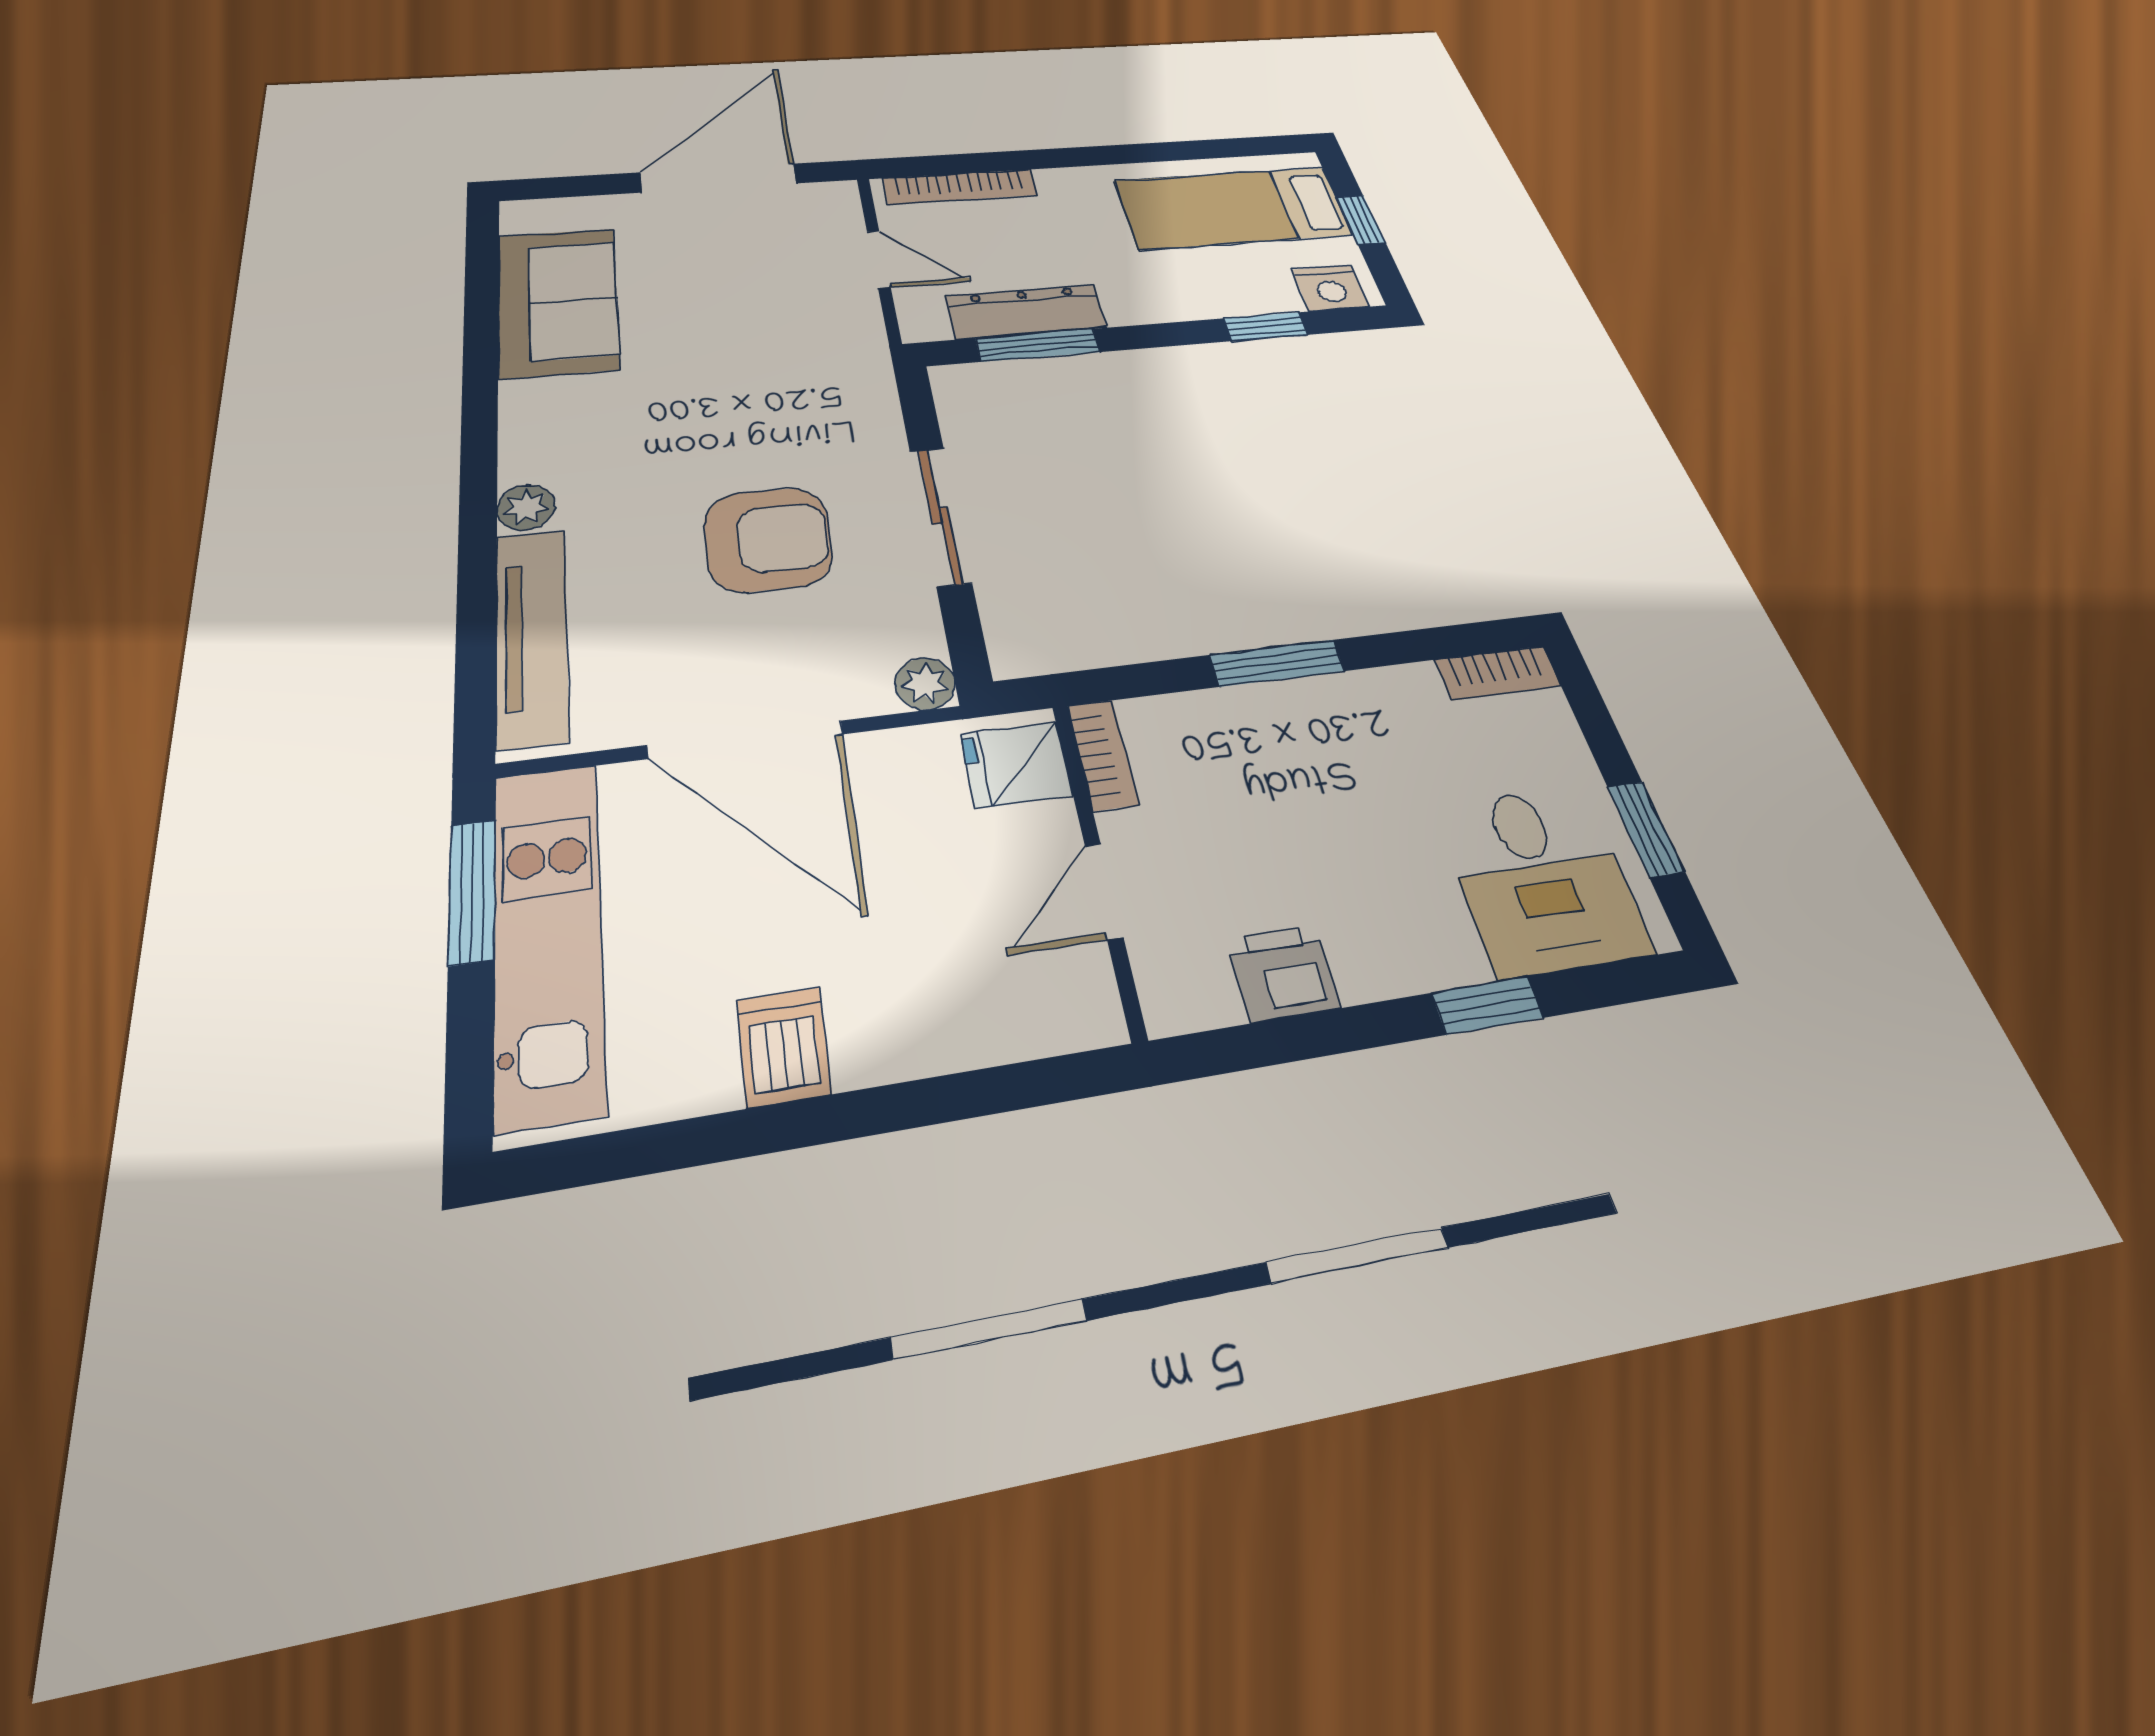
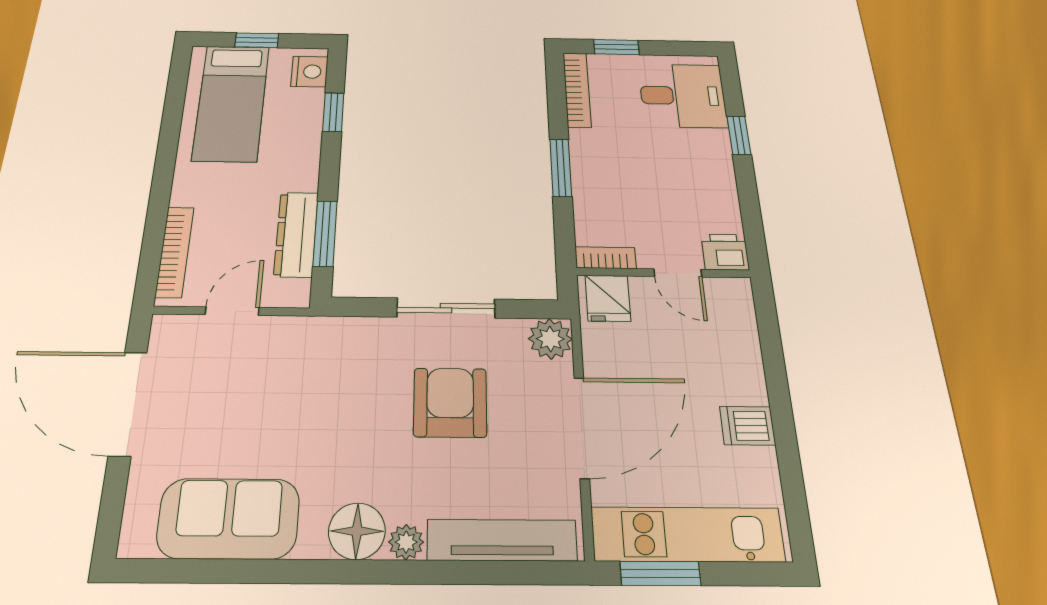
floor lamp: (543, 445) -> (357, 531), added
bookcase: (1498, 673) -> (577, 90), width x1.56
plant: (925, 684) -> (550, 339), width x1.38, depth x1.38
window: (1646, 829) -> (616, 47), moved
printer: (1283, 973) -> (725, 252), moved, turned 90

